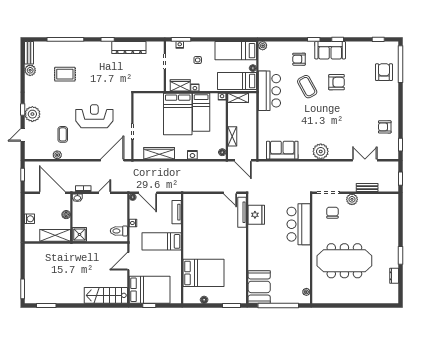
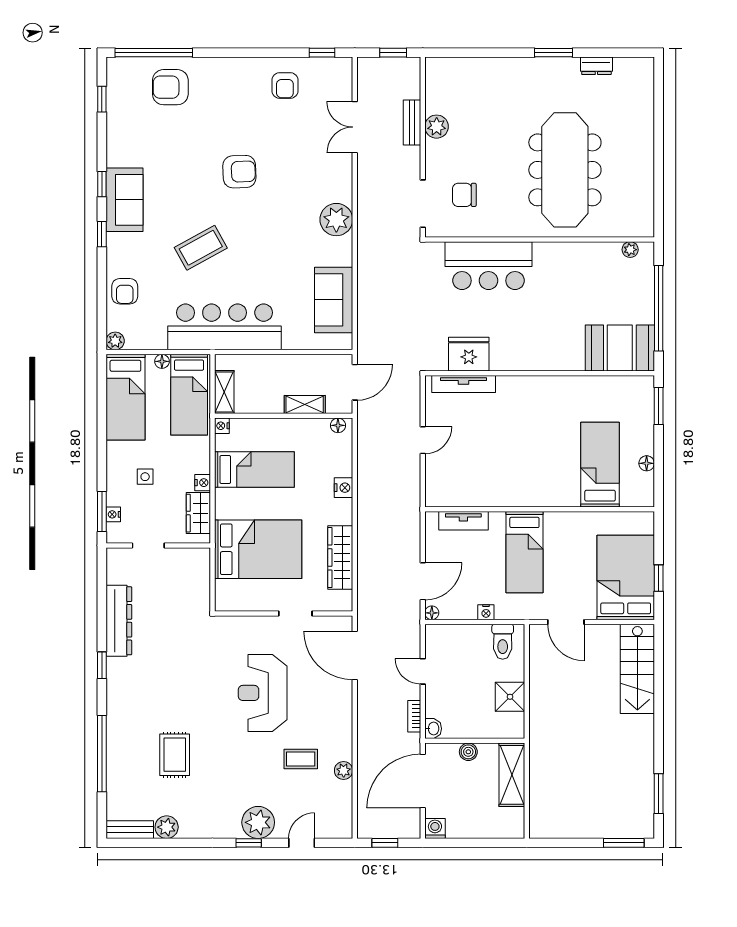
armchair: (299, 59) -> (125, 291), moved
armchair: (337, 82) -> (239, 172), moved, turned 88
bar counter: (269, 91) -> (225, 327), width x1.36
bed: (178, 114) -> (258, 549), moved
door: (23, 135) -> (302, 843), swing flipped
door: (230, 193) -> (423, 440), moved
plant: (352, 199) -> (437, 127), moved
washing machine: (30, 219) -> (435, 828), moved
shower: (79, 234) -> (510, 697), moved
bed: (203, 273) -> (600, 465), width x0.67

